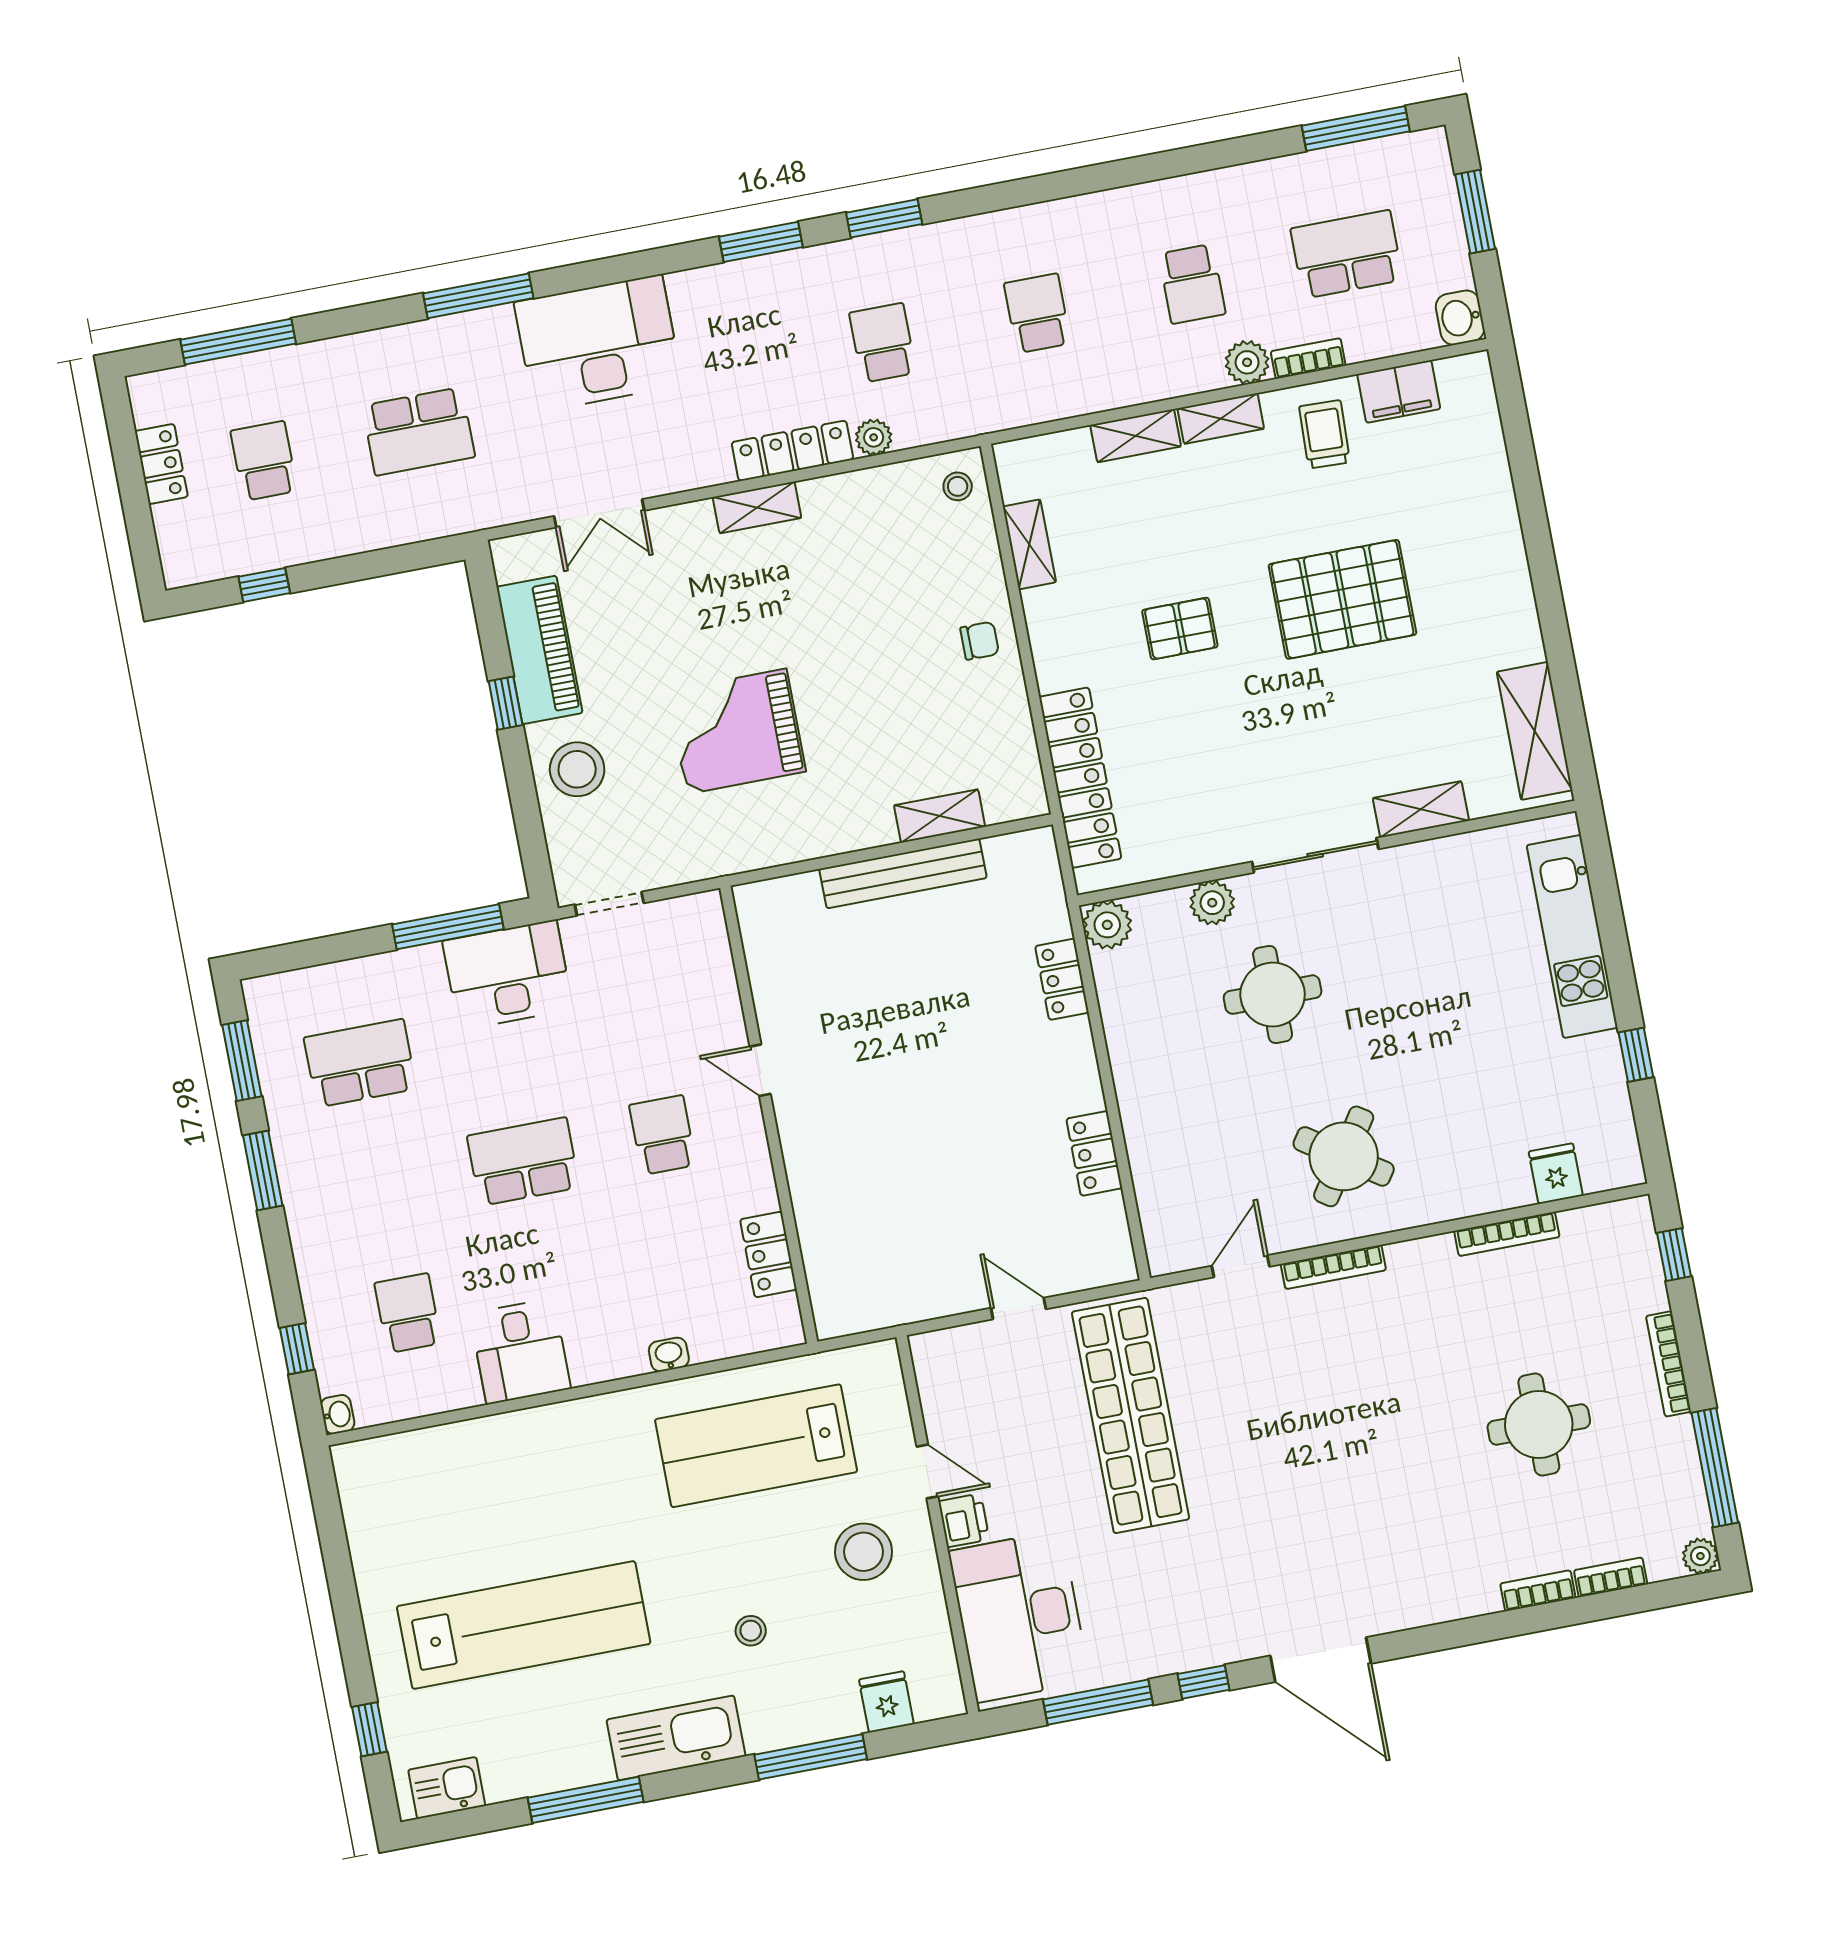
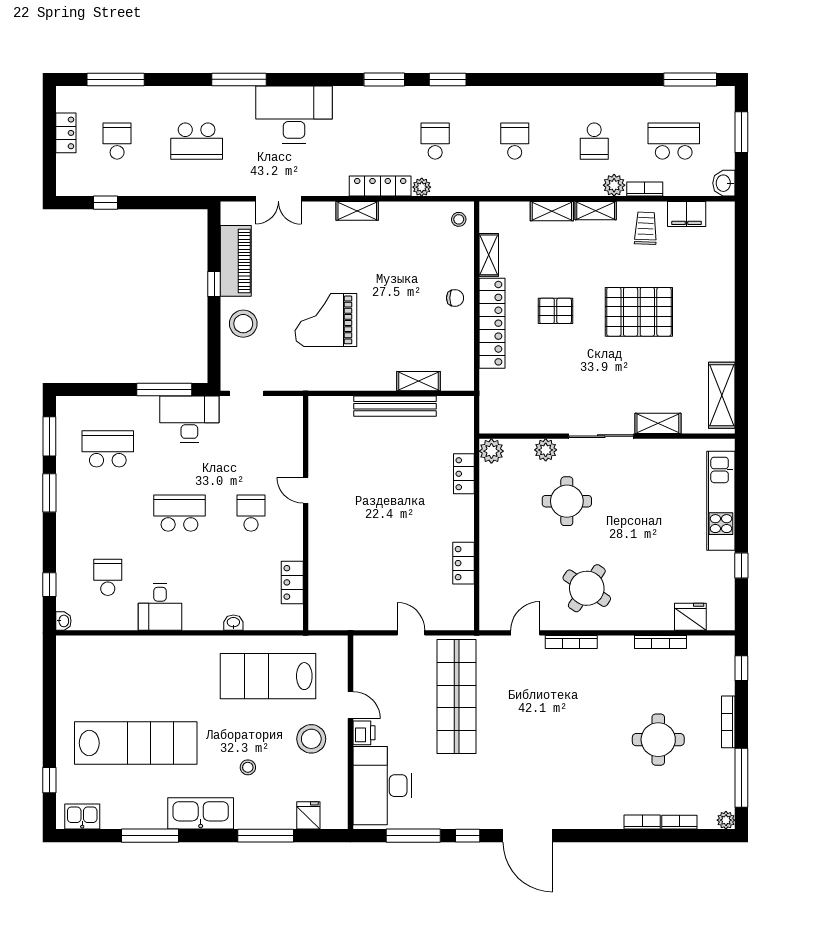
locker: (1080, 778) -> (492, 323), moved
fridge: (1556, 1174) -> (690, 617), width x1.38

